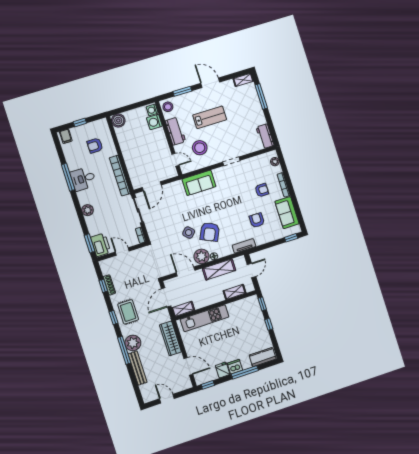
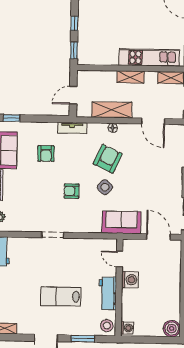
washing machine: (154, 122) -> (130, 280), moved
stool: (200, 148) -> (85, 264), removed
sofa: (199, 183) -> (121, 222), moved
door: (152, 186) -> (158, 237), hinge flipped
armchair: (262, 190) -> (72, 191), moved
side table: (189, 233) -> (105, 187), moved
plant: (202, 256) -> (128, 133), removed
shelving: (235, 292) -> (131, 77), moved

